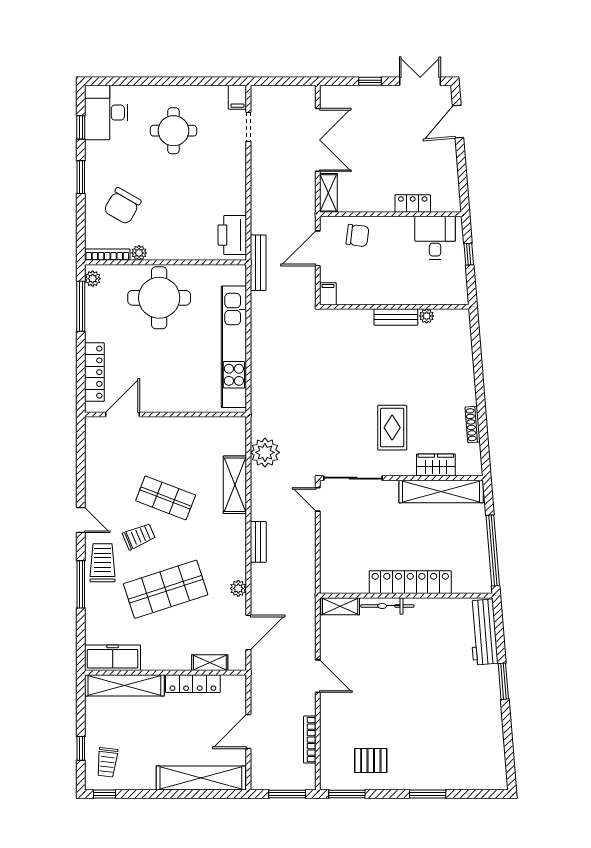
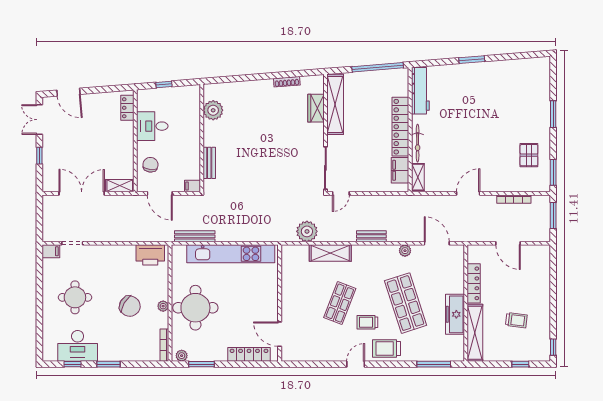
desk: (106, 113) -> (78, 346), moved
locker: (413, 203) -> (127, 108), moved
chair: (122, 206) -> (130, 306), moved
desk: (435, 238) -> (152, 126), moved
plant: (139, 253) -> (163, 306), moved
bench: (258, 263) -> (195, 236), moved
window: (81, 306) -> (202, 364), width x0.69
plant: (427, 316) -> (213, 110), width x1.88, depth x1.88
bench: (396, 317) -> (209, 163), moved
rug: (392, 428) -> (289, 140), removed
trolley: (139, 536) -> (367, 322), turned -67
filing cabinet: (350, 582) -> (400, 170), added
window: (81, 584) -> (434, 364), moved
workbench: (483, 632) -> (420, 91), moved, turned -85
freezer: (113, 658) -> (455, 314), moved
shelving: (210, 663) -> (458, 271), removed
trolley: (107, 762) -> (516, 320), moved
shelving: (201, 778) -> (542, 278), removed

